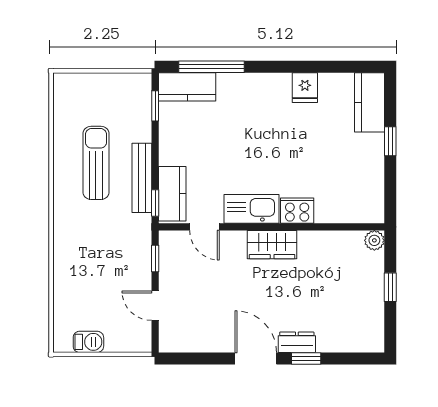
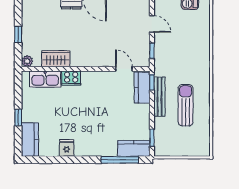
sun lounger: (96, 163) -> (186, 105), turned 180
kitchen sink: (251, 209) -> (45, 79), moved
wardrobe: (272, 245) -> (56, 59), moved

